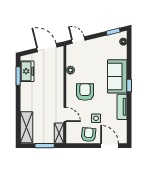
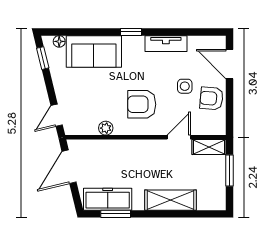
freezer: (27, 71) -> (108, 199), width x1.40
sofa: (117, 76) -> (94, 51), moved
shelving: (27, 127) -> (171, 200), moved
door: (110, 146) -> (229, 64), hinge flipped

